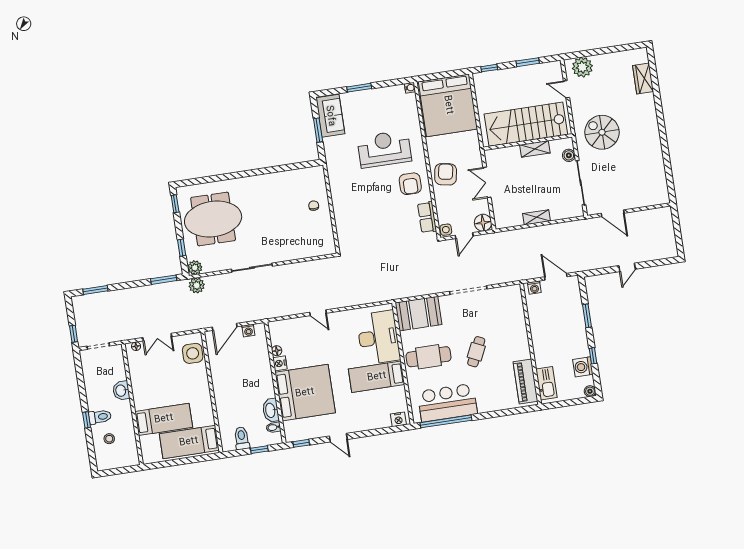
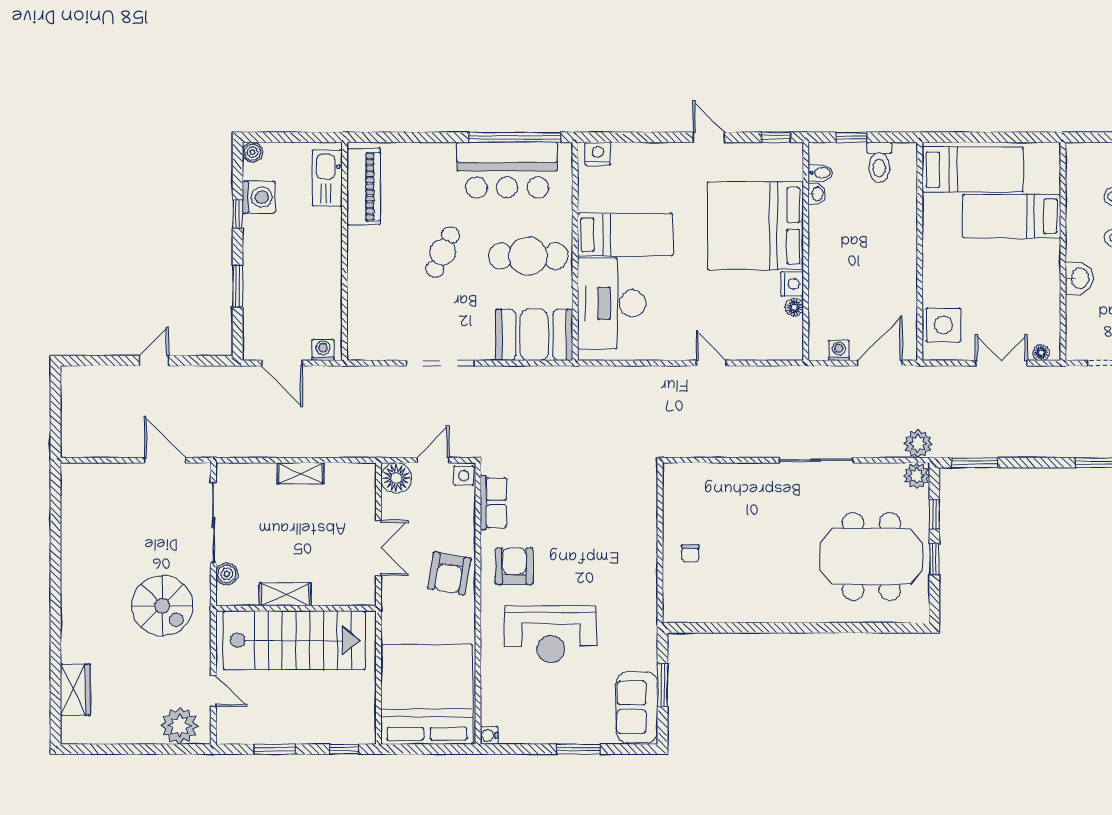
window: (175, 204) -> (934, 559), moved
washbasin: (271, 410) -> (817, 194), width x0.52, depth x0.69

